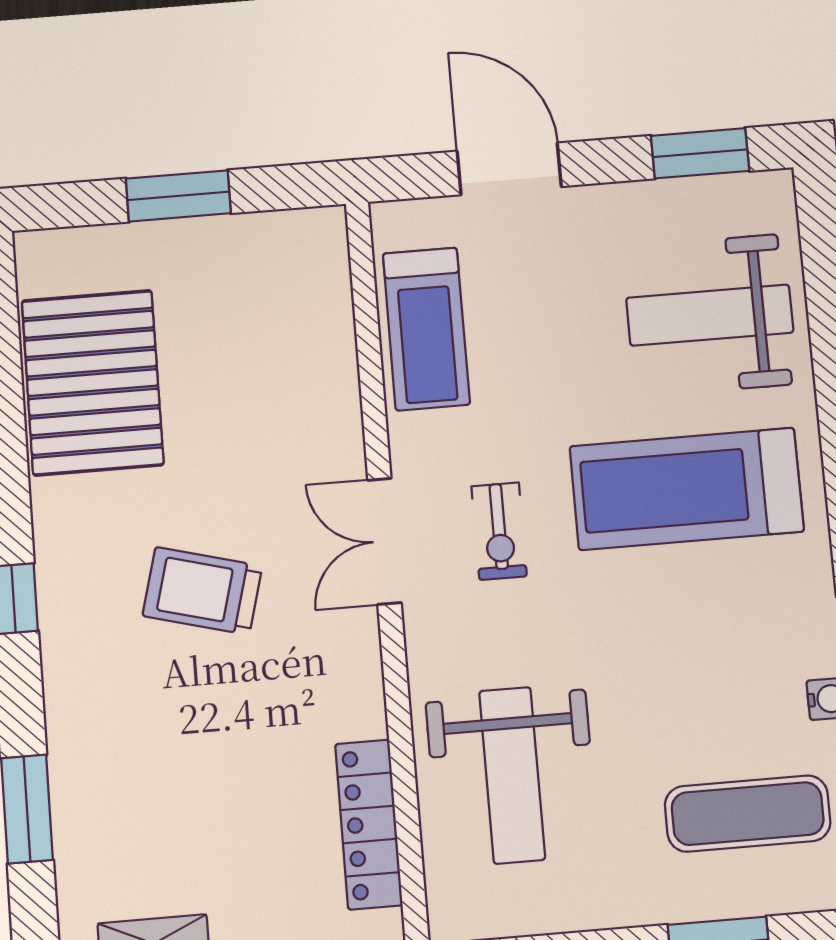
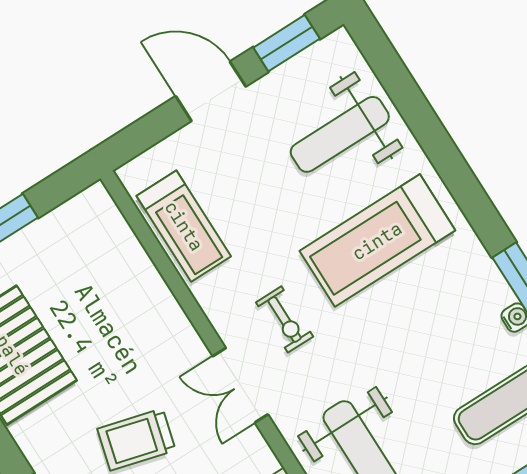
door: (509, 169) -> (211, 91), moved
double door: (384, 541) -> (240, 385), moved

